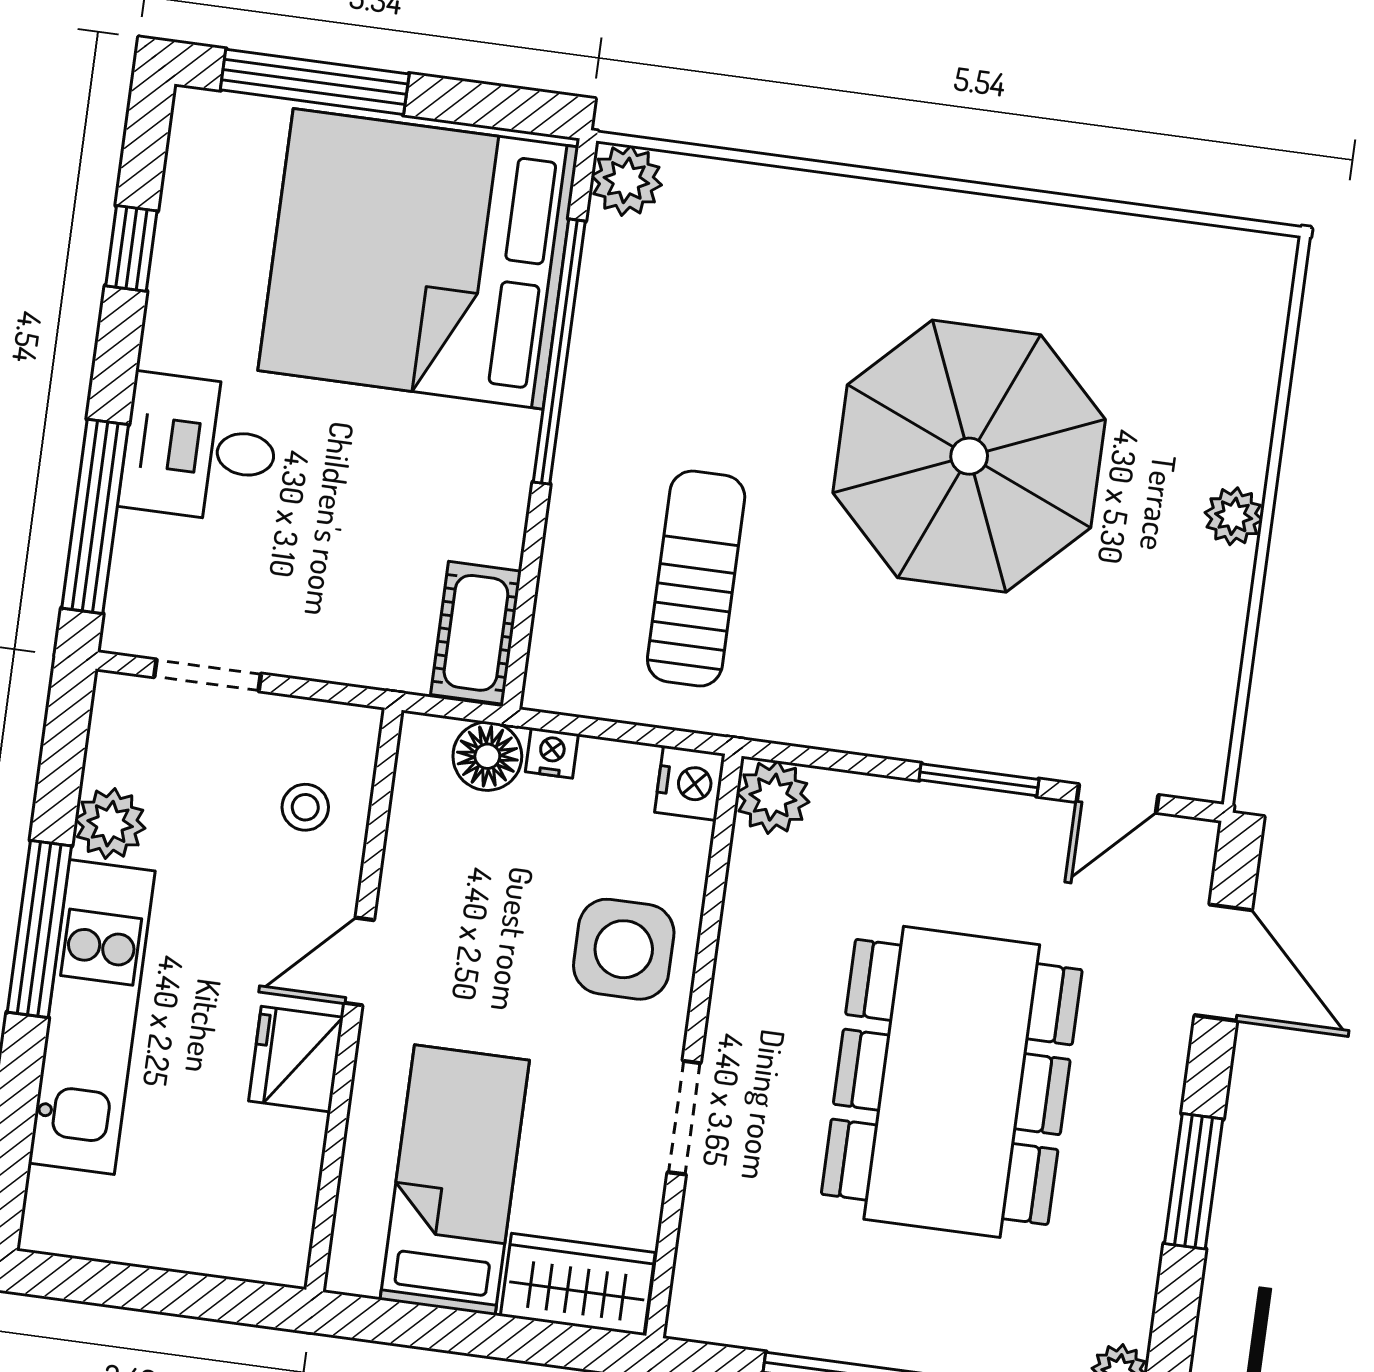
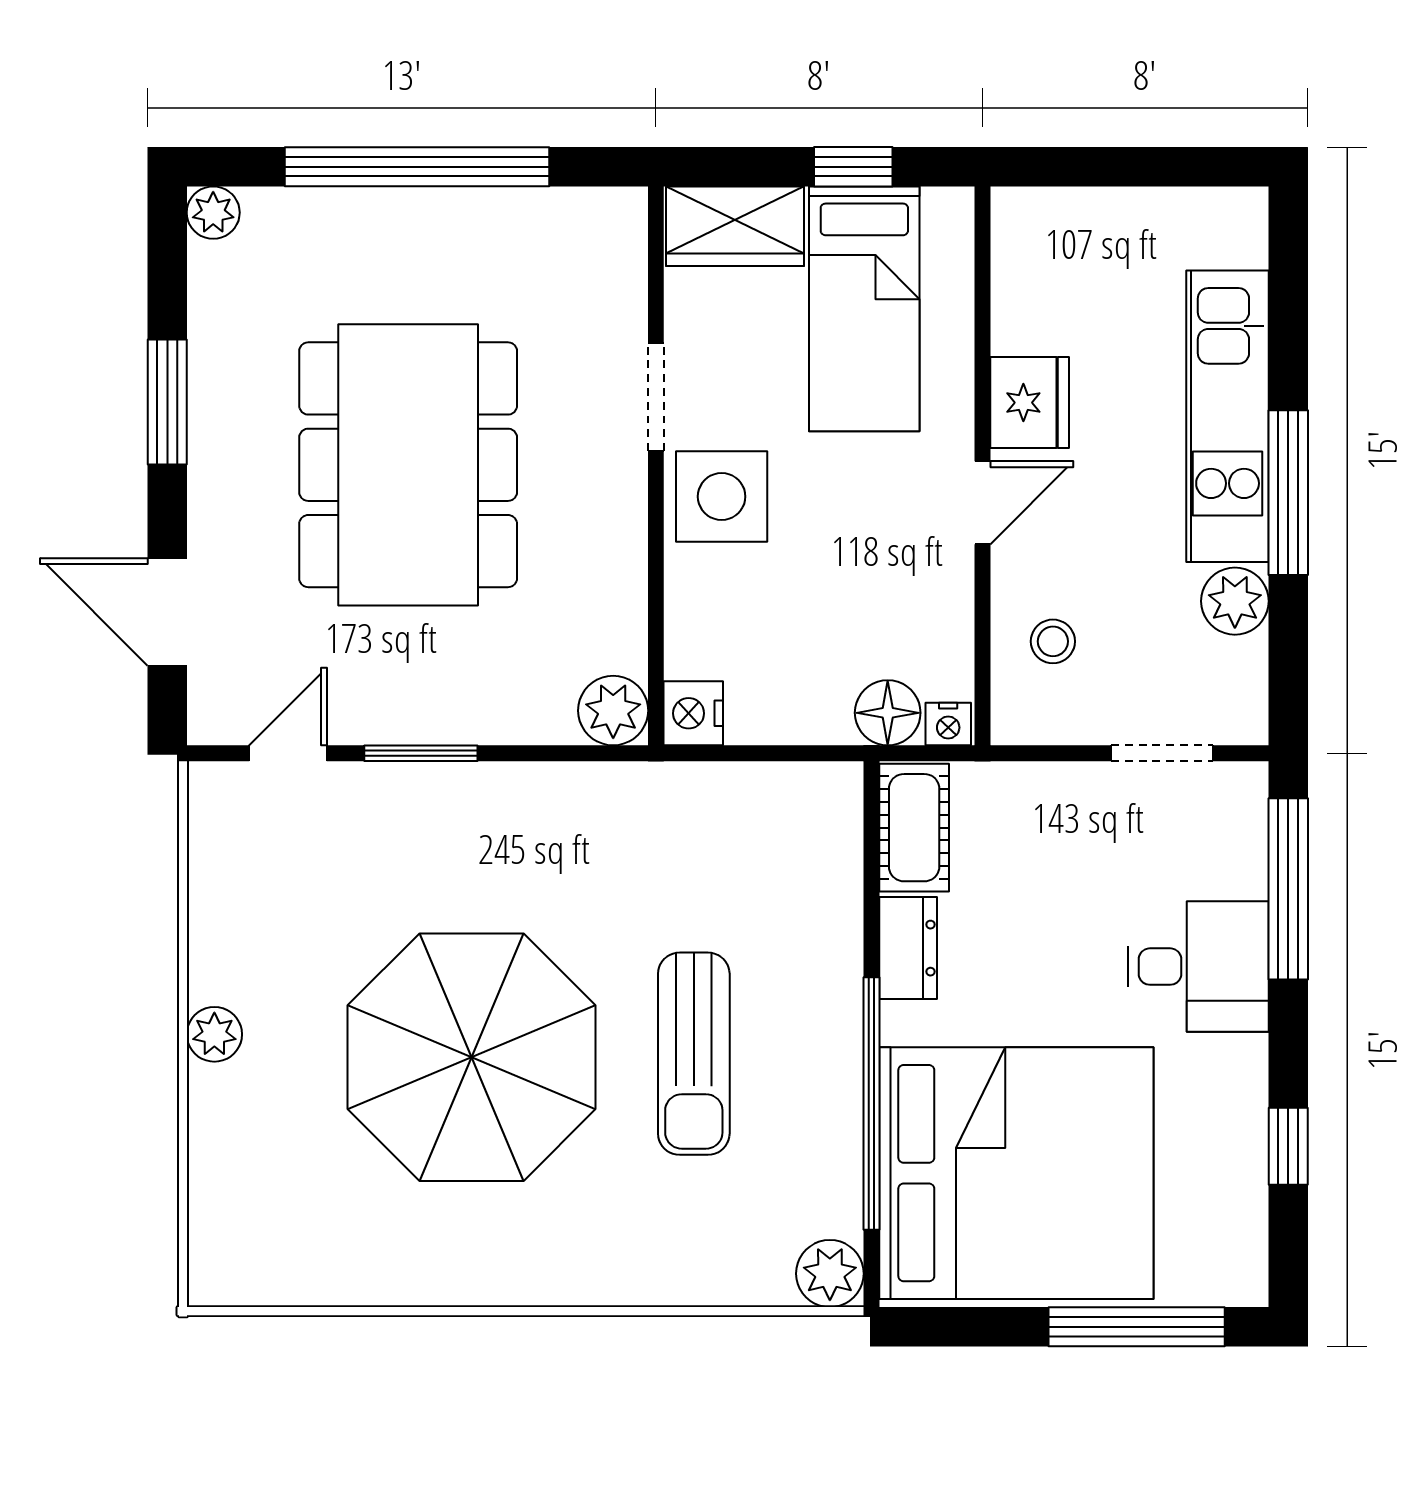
dresser: (499, 508) -> (908, 948), added
sun lounger: (696, 579) -> (694, 1054), moved
nightstand: (552, 753) -> (948, 724), moved
side table: (624, 949) -> (722, 497), moved
window: (446, 1330) -> (853, 167), added

